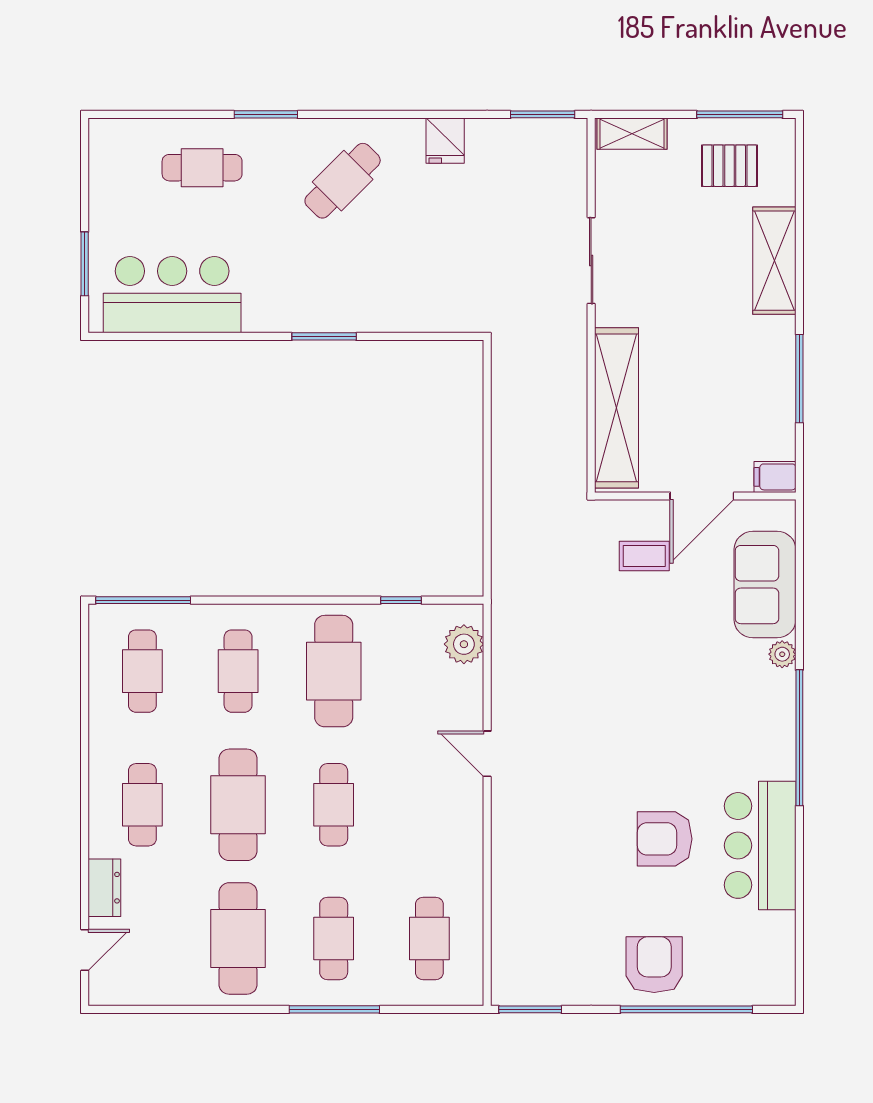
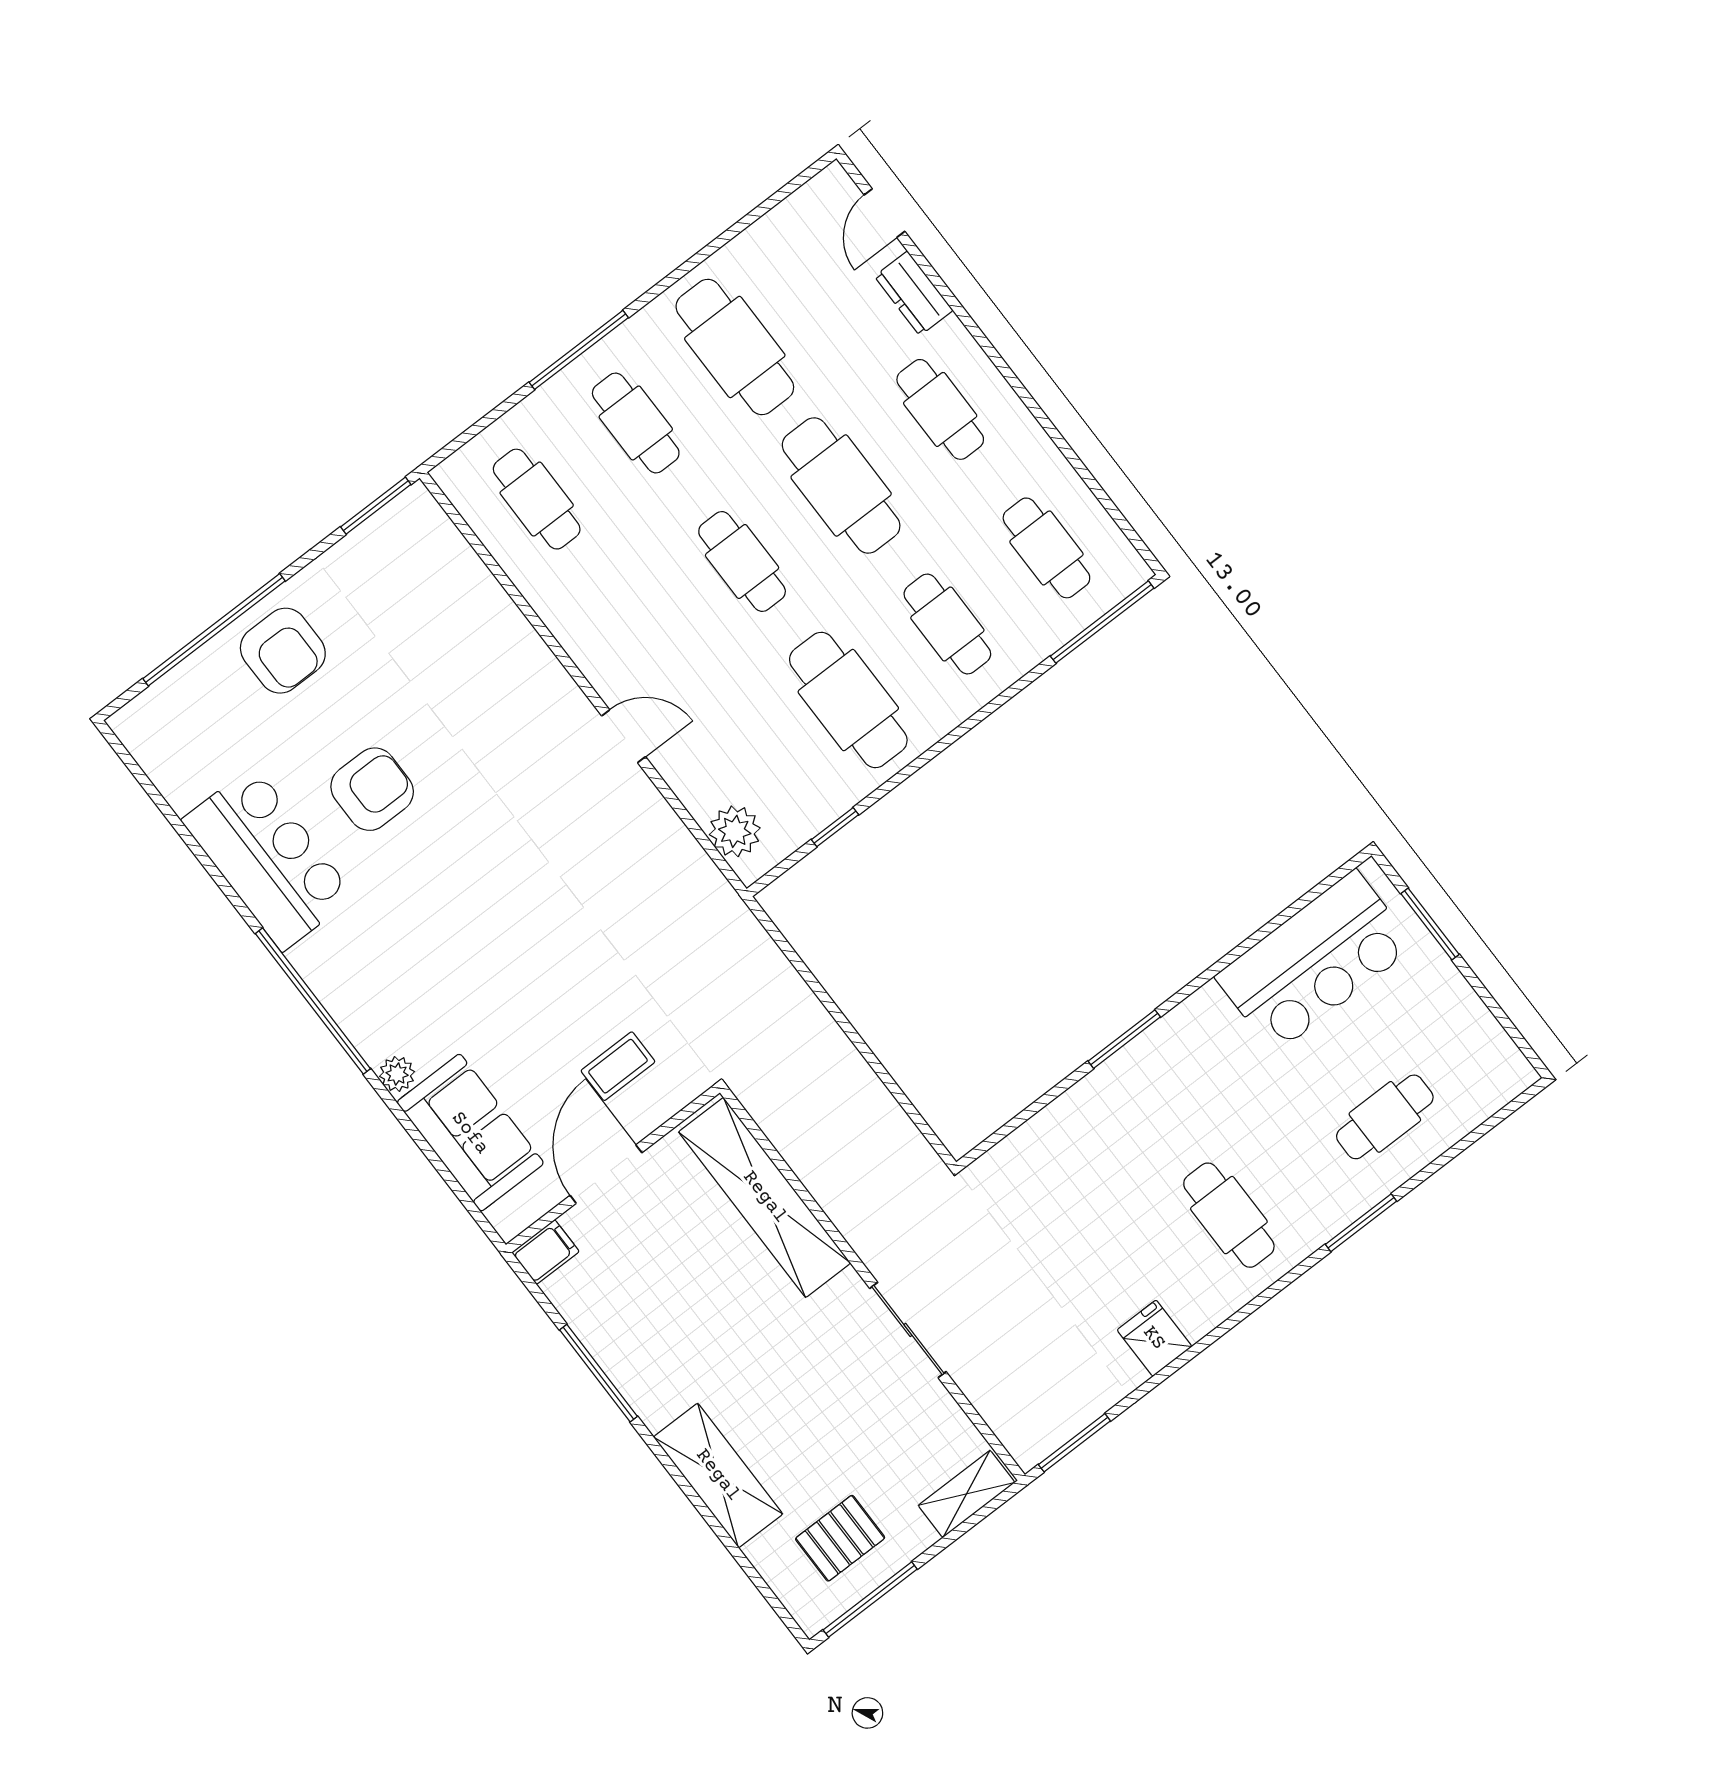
cafe table: (343, 181) -> (1229, 1215), turned -45

